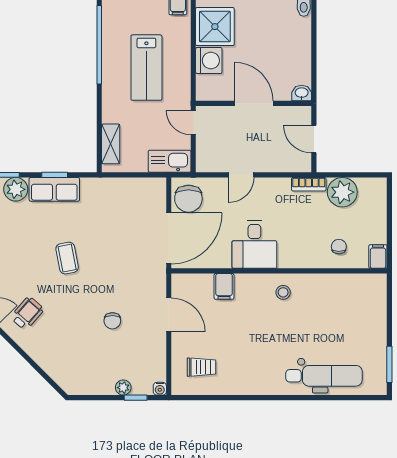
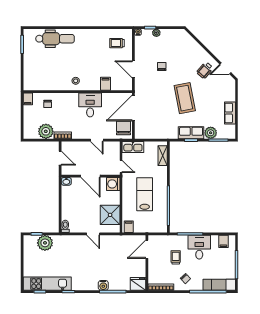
washing machine: (209, 60) -> (113, 184), moved
door: (241, 175) -> (97, 140), swing flipped
coffee table: (67, 258) -> (185, 98), width x1.86, depth x1.72
dental chair: (324, 376) -> (55, 39), turned 180

